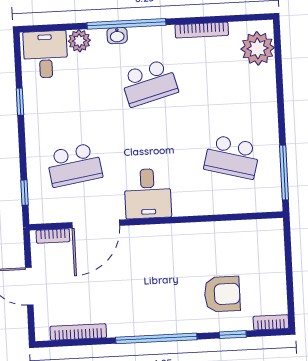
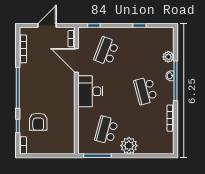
plant: (258, 48) -> (129, 146), moved
desk: (45, 54) -> (162, 40), removed
school desk: (74, 165) -> (106, 51), turned 30
desk: (148, 194) -> (90, 91), width x1.37

